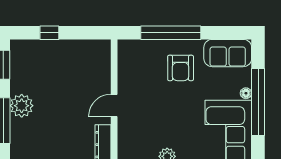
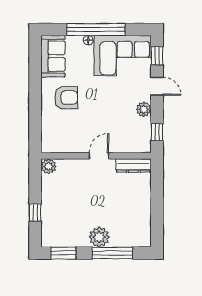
window: (171, 33) -> (35, 106), removed
plant: (102, 48) -> (49, 166), added
door: (114, 105) -> (99, 156), swing flipped

